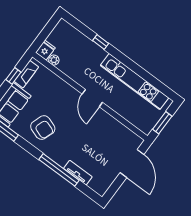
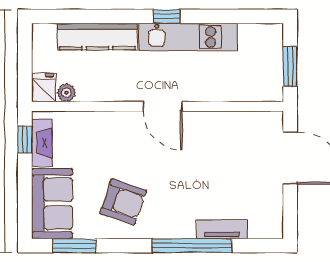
window: (101, 42) -> (167, 16), moved
kitchen counter: (86, 45) -> (97, 36), added
window: (13, 76) -> (25, 140), moved
kitchen unit: (135, 82) -> (188, 37), width x0.73

